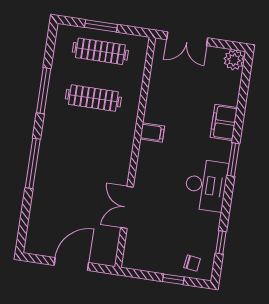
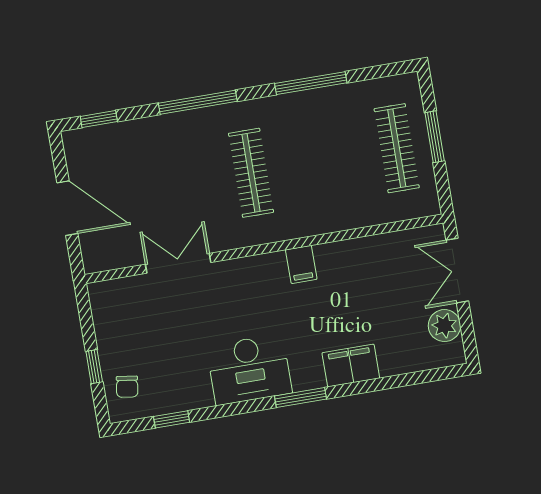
plant: (234, 60) -> (444, 326), moved
clothes rail: (93, 98) -> (251, 173), moved
window: (23, 227) -> (99, 119), added

